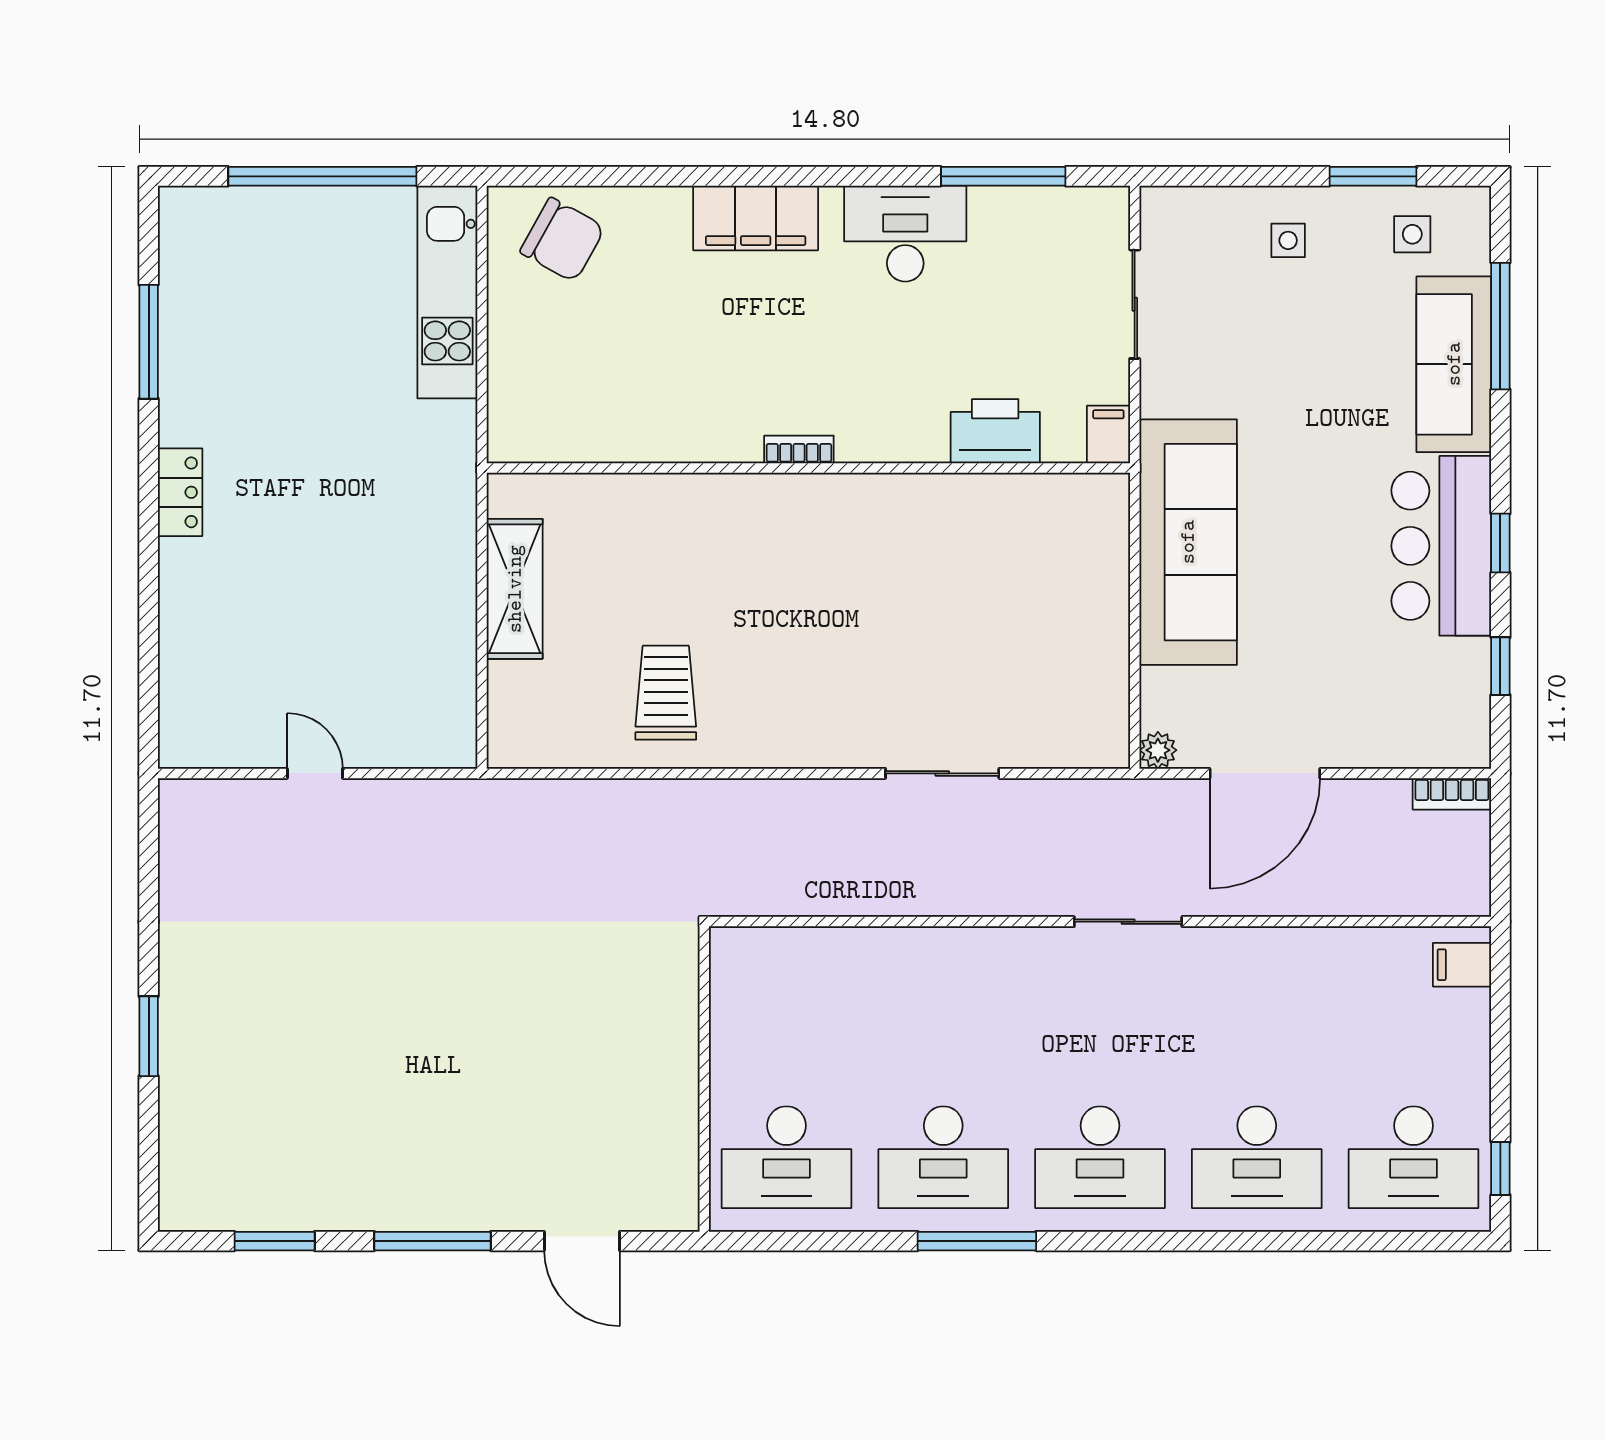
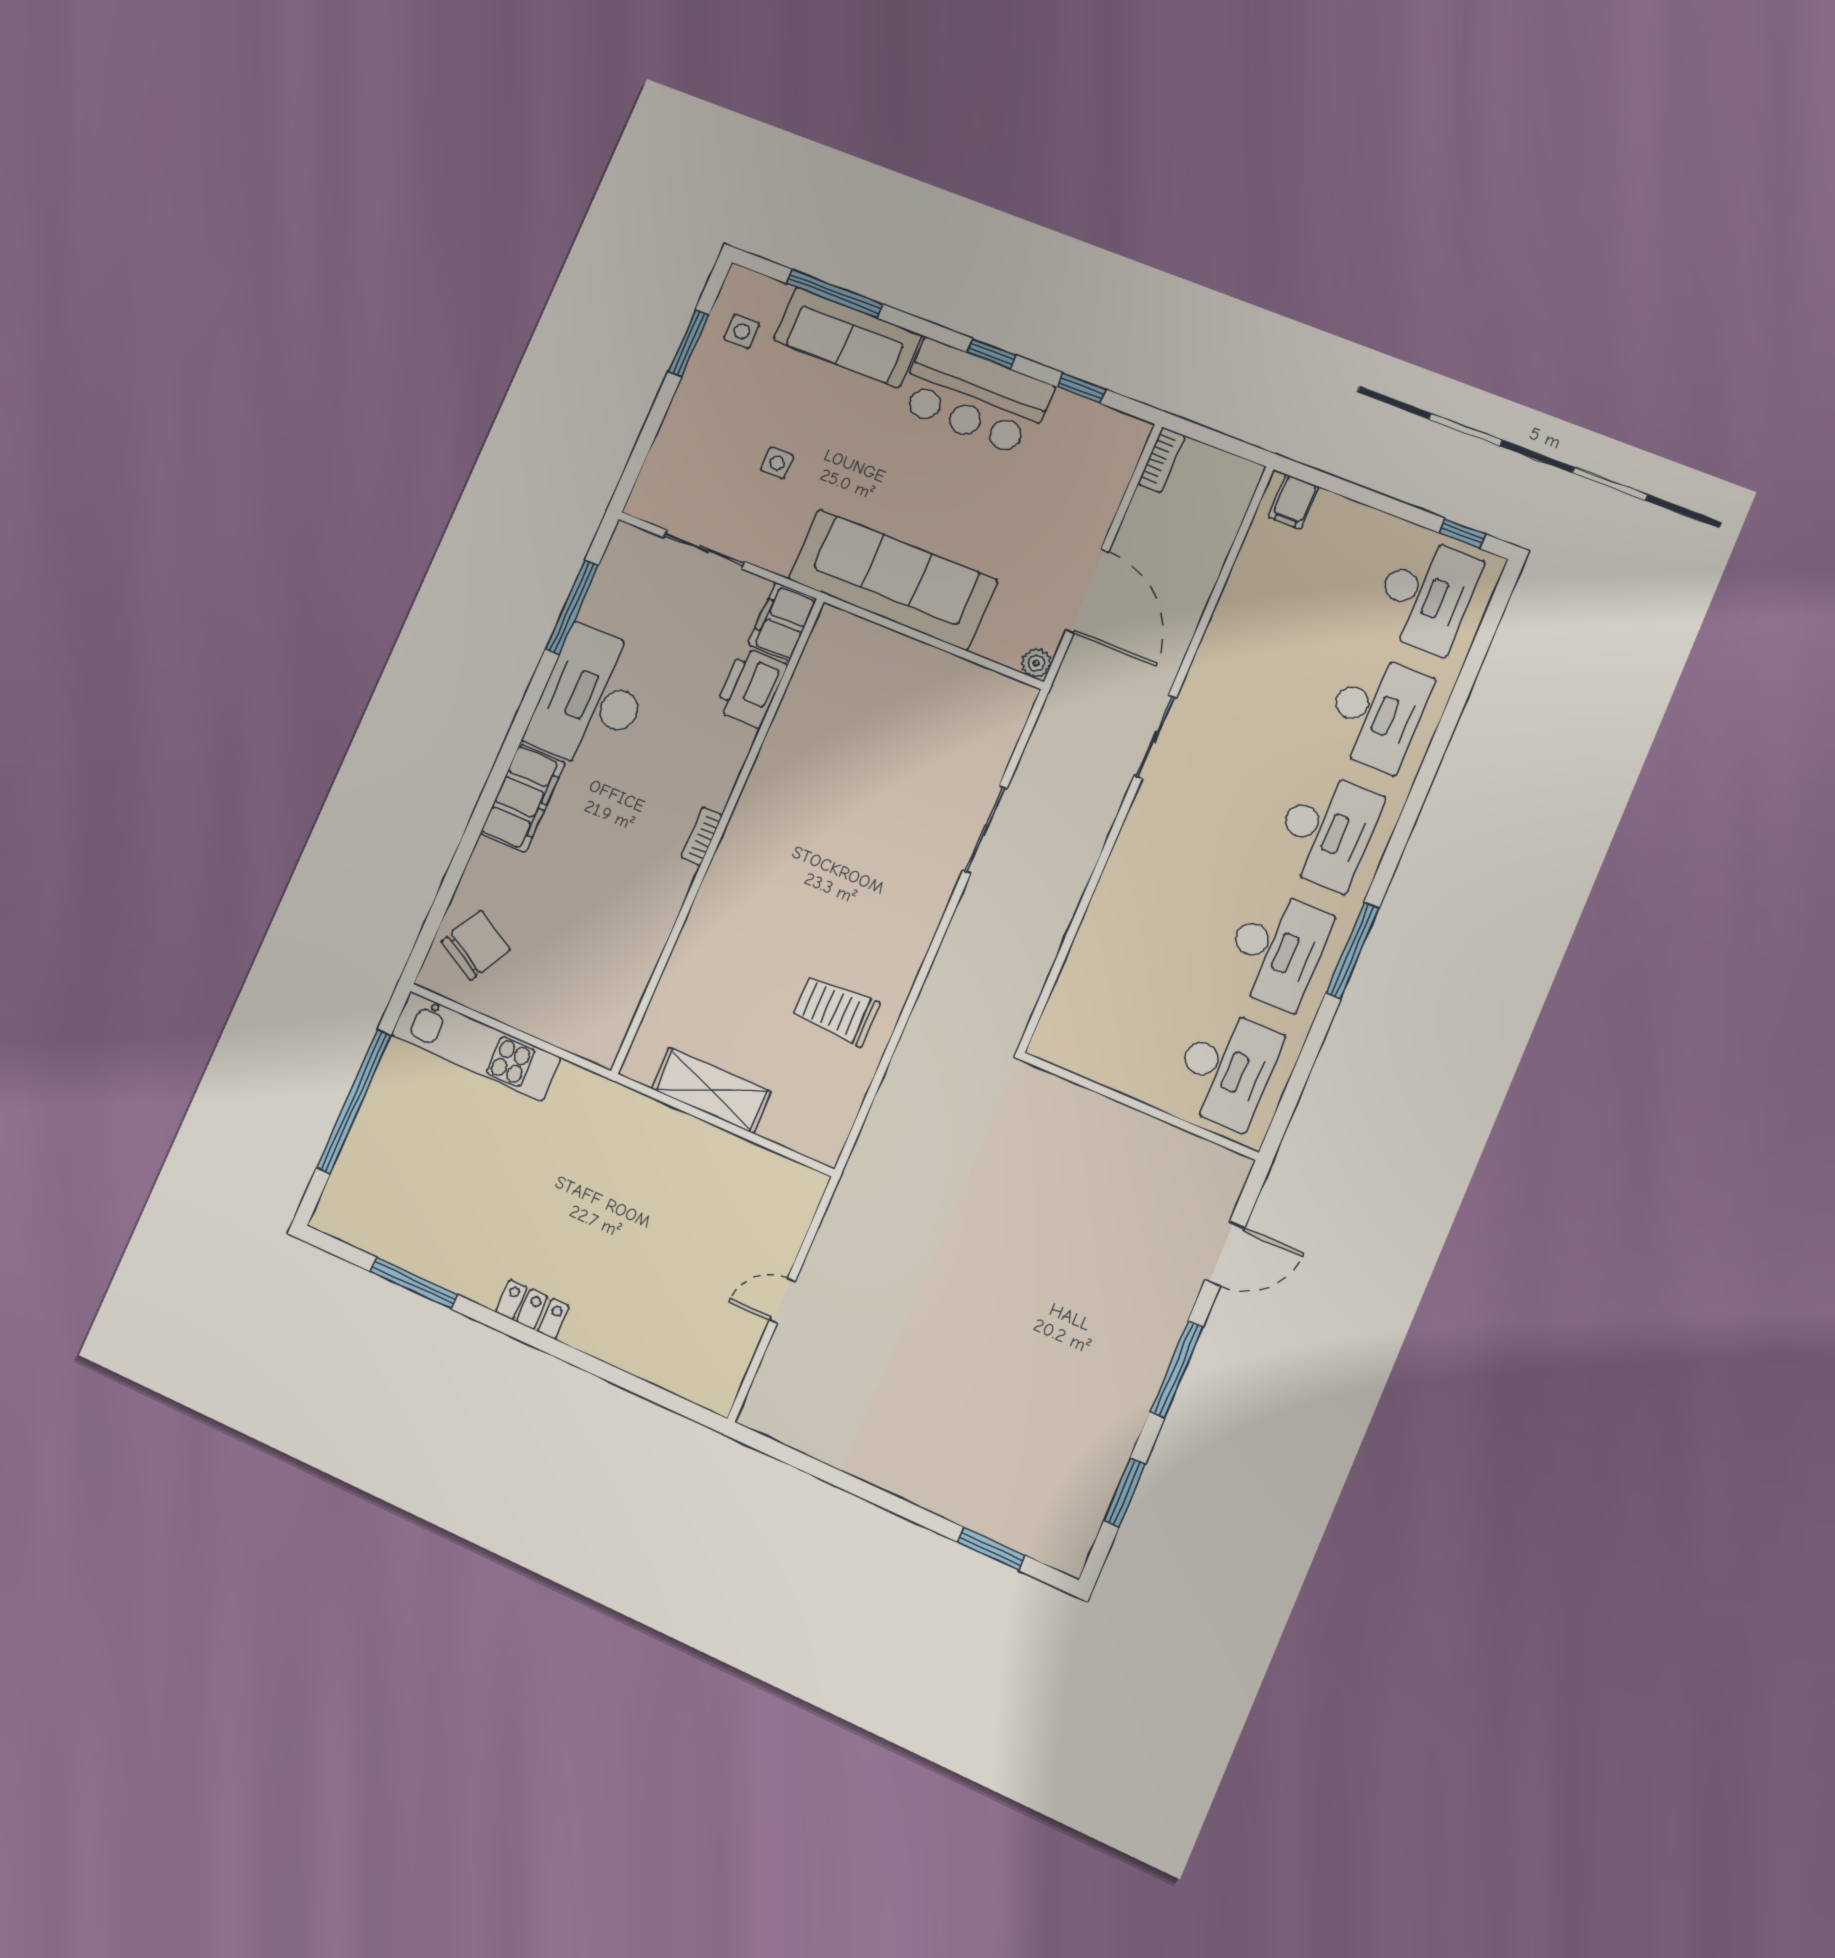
desk: (905, 234) -> (591, 699), width x1.36, depth x1.30
side table: (1288, 240) -> (777, 463), moved
filing cabinet: (1108, 434) -> (782, 622), width x2.00
window: (149, 1036) -> (991, 1549), moved

